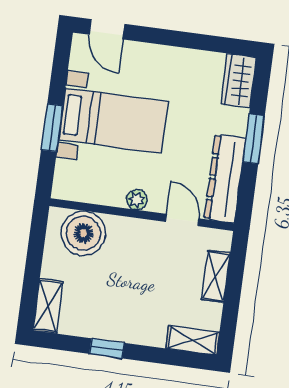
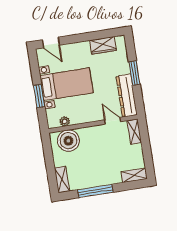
wardrobe: (239, 81) -> (103, 45), moved, turned -90
plant: (137, 200) -> (65, 121), moved
shelving: (216, 276) -> (134, 132), moved
window: (107, 348) -> (95, 191), width x2.17

